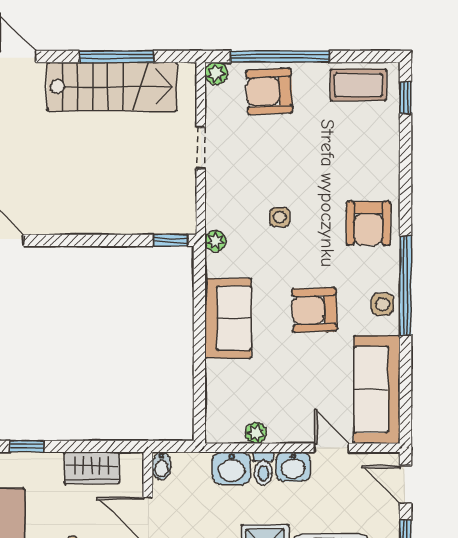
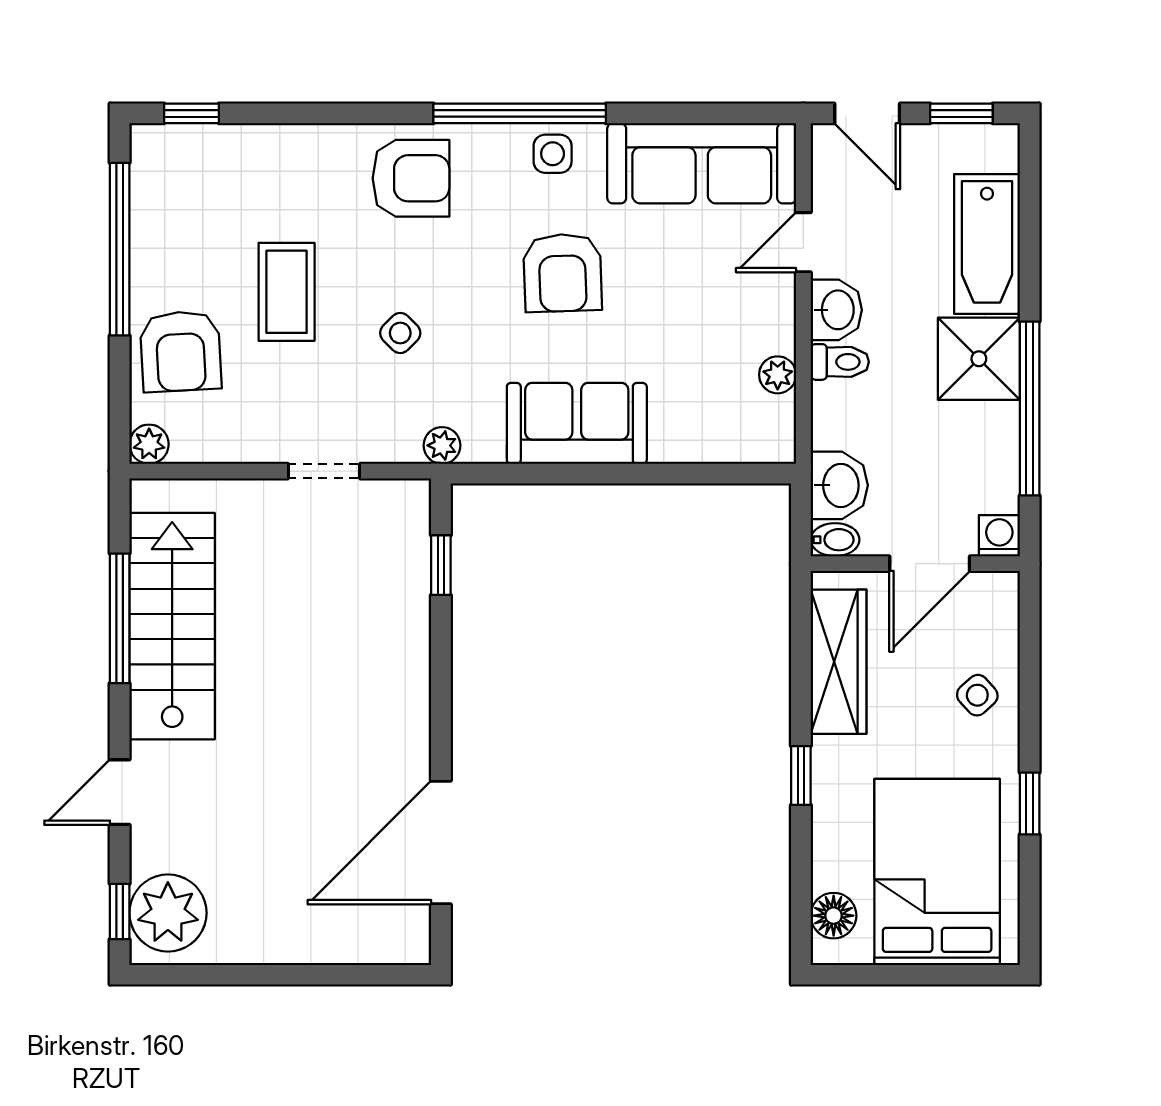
window: (280, 57) -> (120, 249), moved
coffee table: (358, 85) -> (287, 292), moved
doorway: (201, 148) -> (324, 471), moved
side table: (280, 217) -> (400, 333), turned 45
window: (171, 240) -> (441, 565), moved
wardrobe: (92, 468) -> (839, 662), width x1.50
washbasin: (232, 468) -> (839, 485), moved
door: (405, 484) -> (867, 113), hinge flipped

